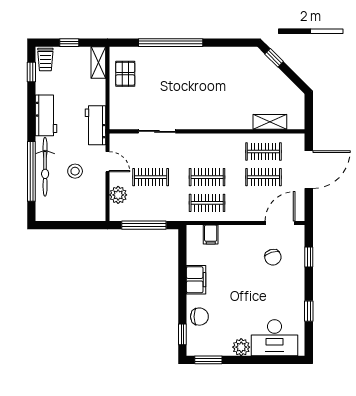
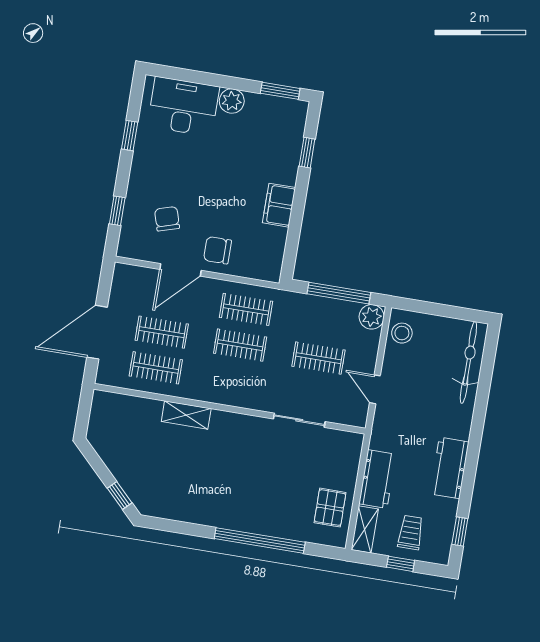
trolley: (45, 60) -> (411, 532), moved
shelving: (270, 122) -> (186, 415), moved
workbench: (95, 125) -> (377, 479), moved
bicycle: (45, 167) -> (468, 362), moved
window: (31, 171) -> (483, 394), removed
stool: (75, 171) -> (402, 333), moved
plant: (118, 195) -> (372, 317), moved
door: (280, 223) -> (181, 270), moved
filing cabinet: (211, 235) -> (248, 265), removed
chair: (199, 317) -> (217, 250), moved
window: (182, 334) -> (307, 153), moved

